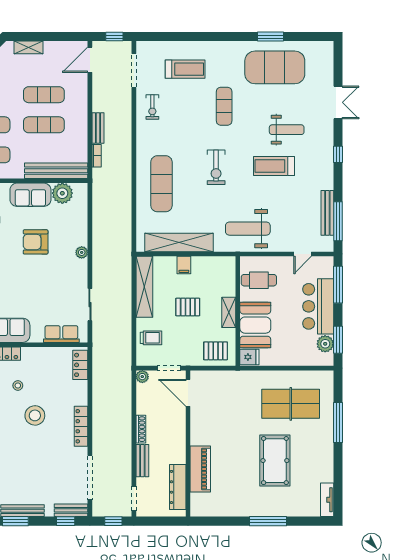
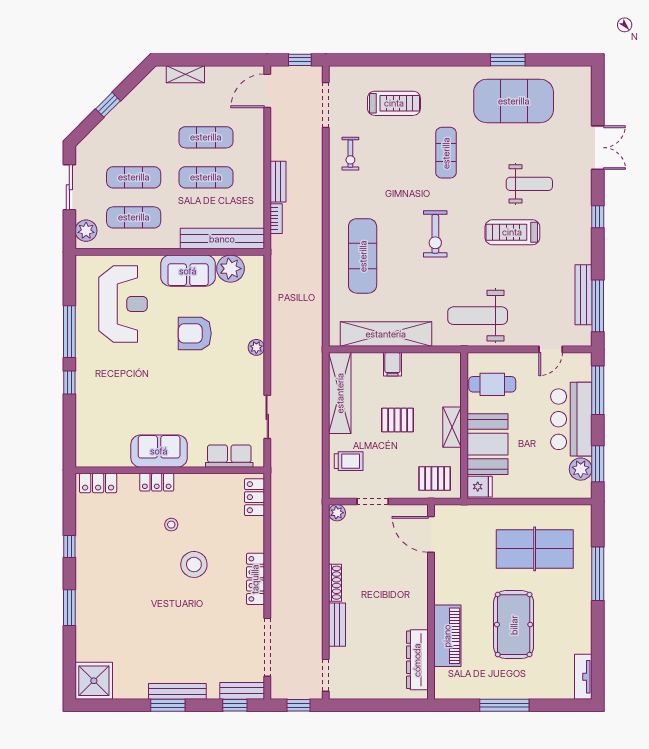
door: (188, 393) -> (431, 534), moved
wall: (188, 444) -> (431, 602), moved
piano: (200, 469) -> (447, 636), moved
dresser: (178, 487) -> (417, 660), moved

